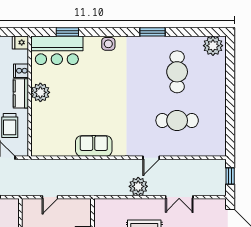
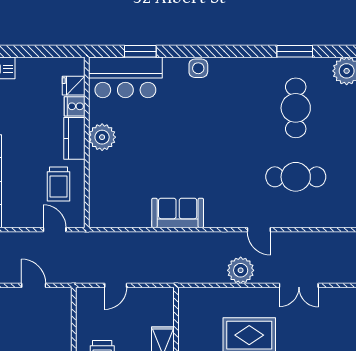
window: (153, 32) -> (295, 51), moved
fridge: (20, 42) -> (74, 86), moved
door: (151, 158) -> (259, 230), hinge flipped

